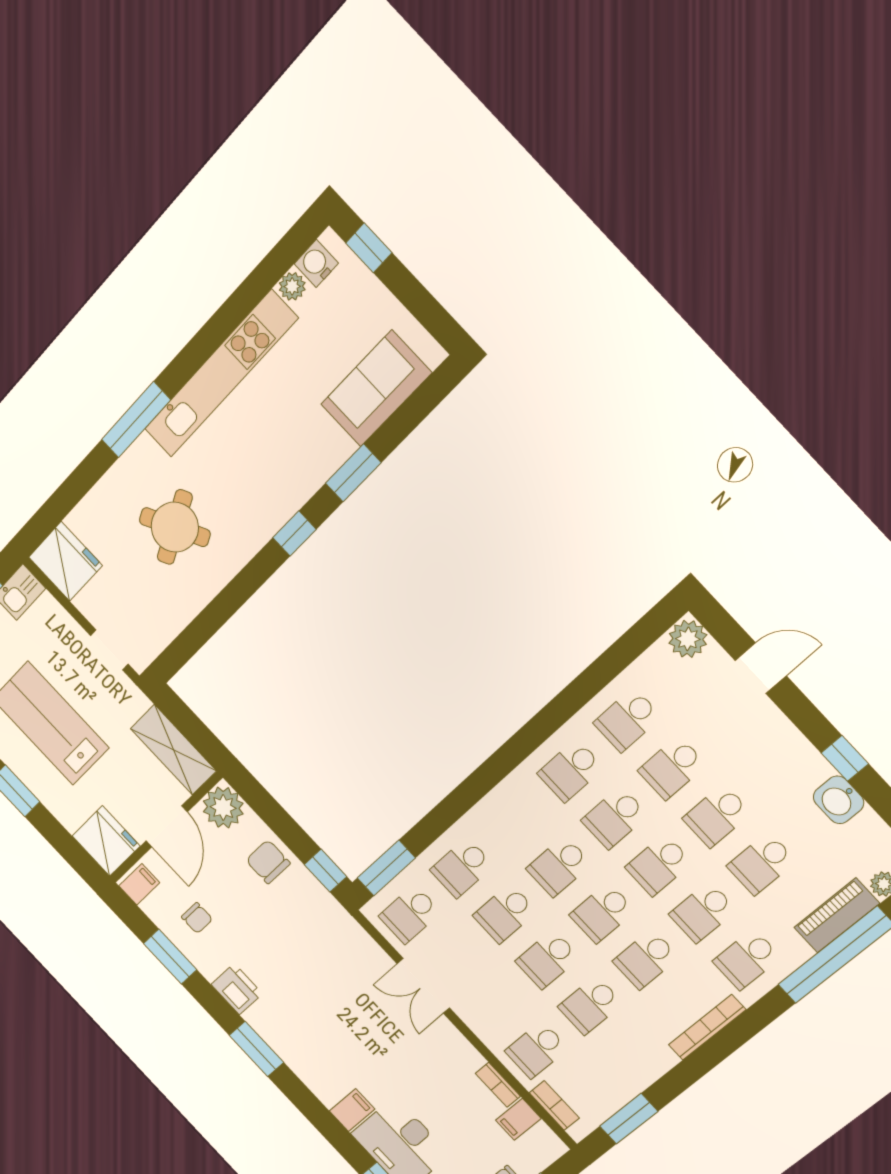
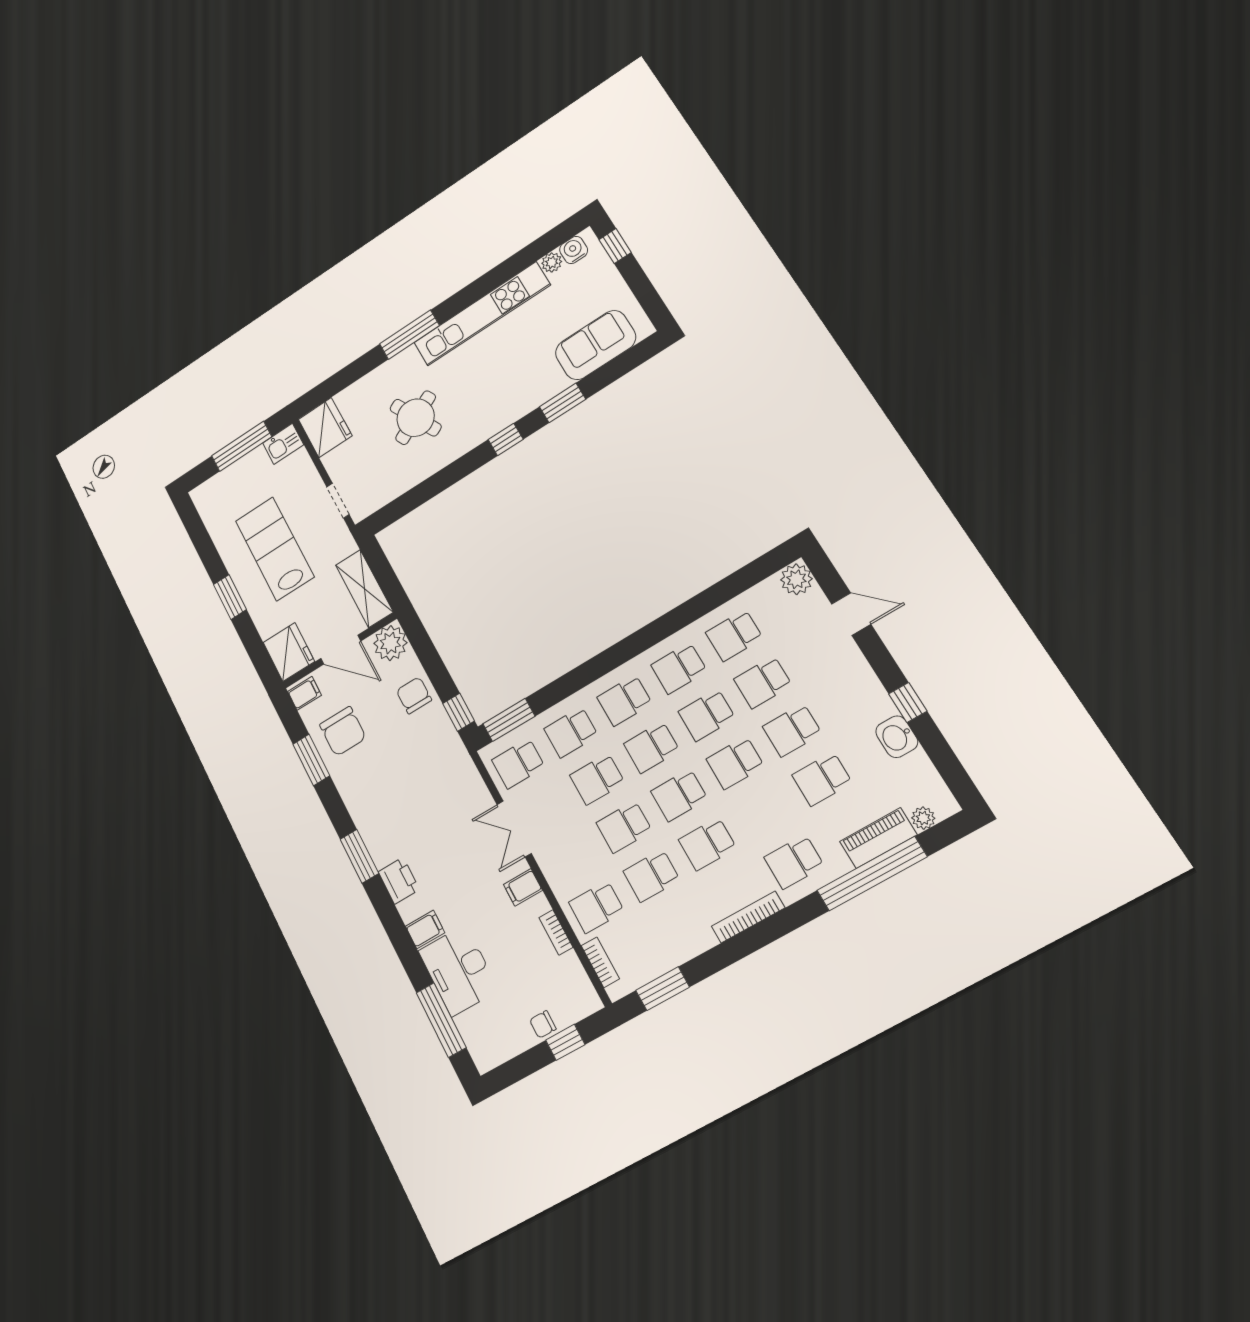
door: (167, 827) -> (341, 650), hinge flipped
school desk: (703, 912) -> (625, 700), moved
chair: (197, 918) -> (343, 731), width x1.87, depth x1.87
printer: (237, 989) -> (399, 881), moved
filing cabinet: (518, 1119) -> (523, 887), moved

